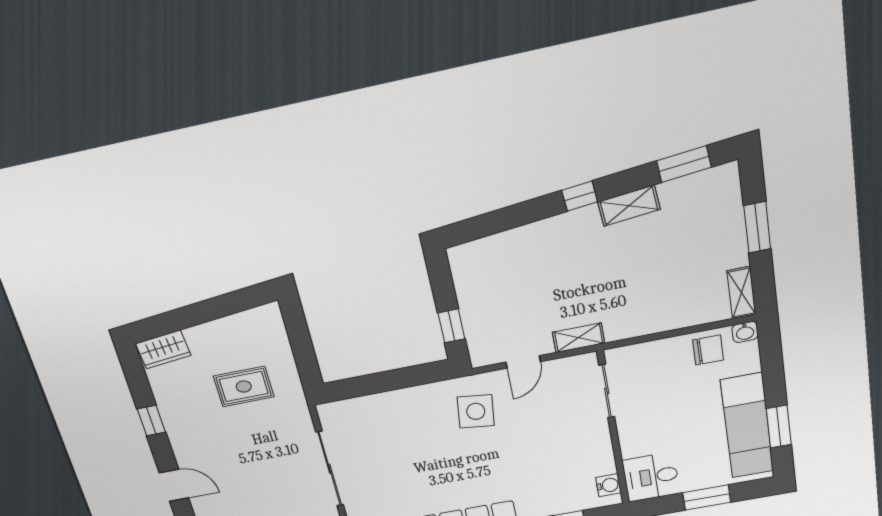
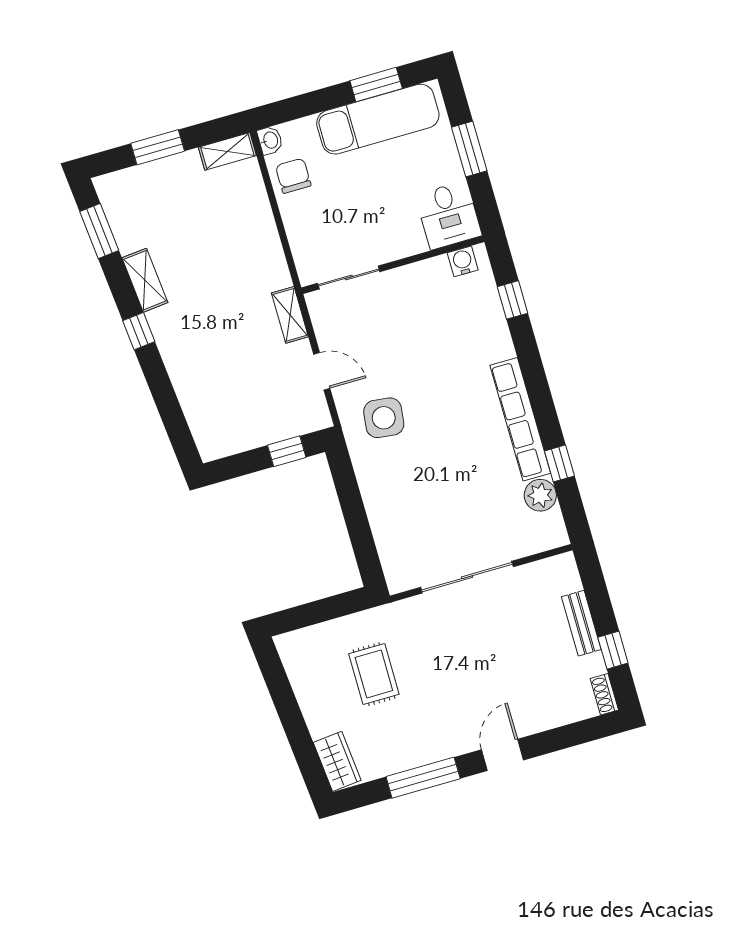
window: (151, 421) -> (423, 778), width x2.17

